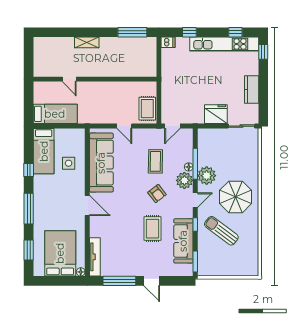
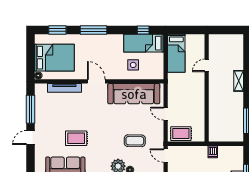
dishwasher: (168, 42) -> (213, 152), moved
door: (124, 126) -> (166, 114), hinge flipped
window: (29, 170) -> (143, 30), moved
armchair: (157, 194) -> (107, 142), removed
door: (87, 205) -> (96, 81), swing flipped
tv unit: (95, 257) -> (64, 88), moved

